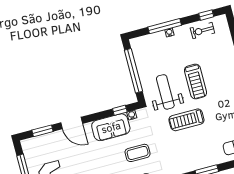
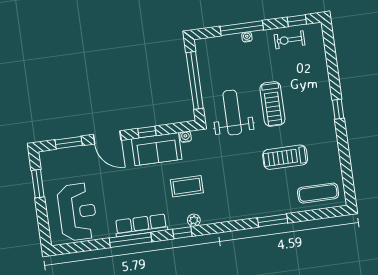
window: (120, 110) -> (147, 132), moved
treadmill: (186, 120) -> (285, 157), moved

